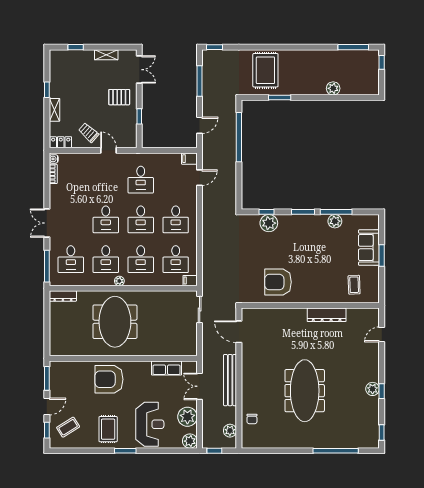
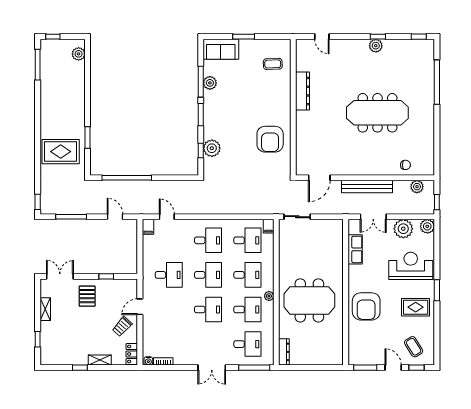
plant: (333, 88) -> (79, 54), moved
sofa: (369, 248) -> (221, 49), moved

